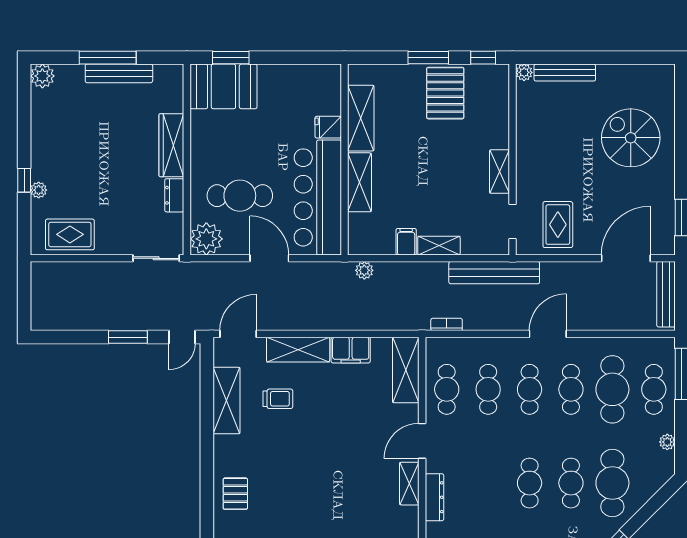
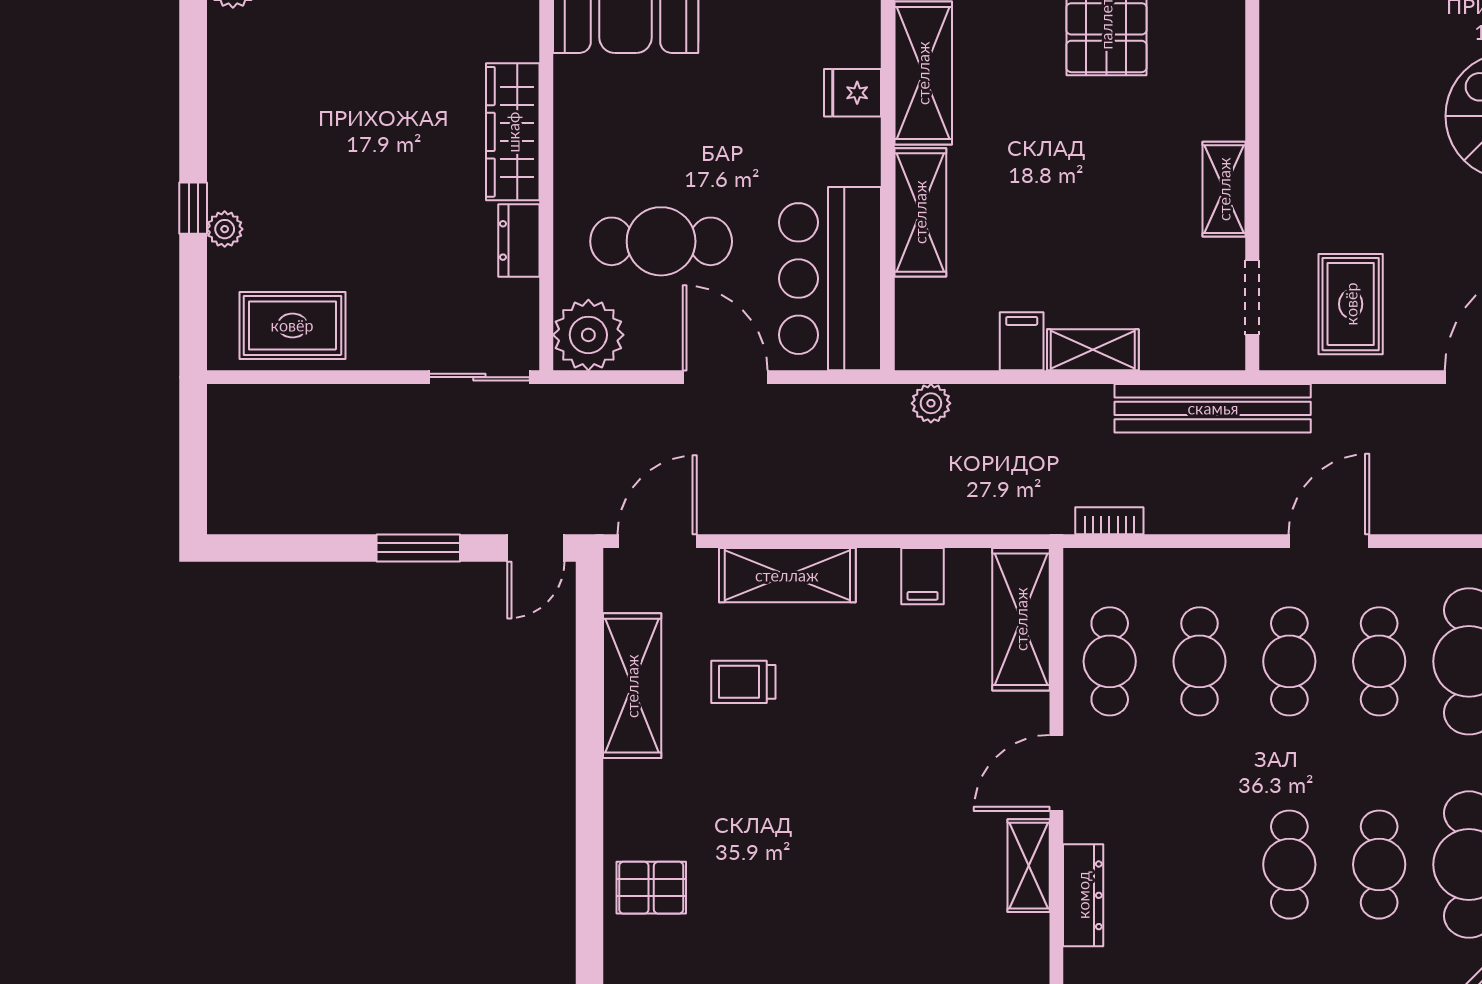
bar counter: (318, 197) -> (830, 279), width x0.73
filing cabinet: (351, 350) -> (923, 576), width x0.50
trolley: (278, 399) -> (743, 682), turned 180
pallet: (235, 494) -> (651, 888), turned 90

